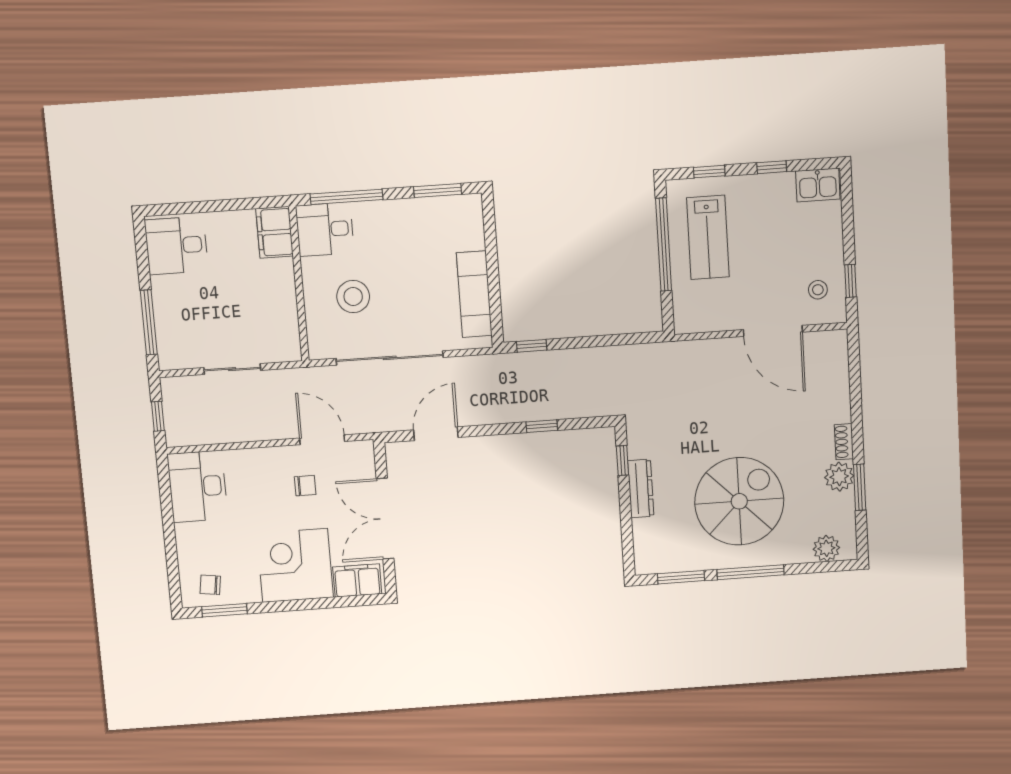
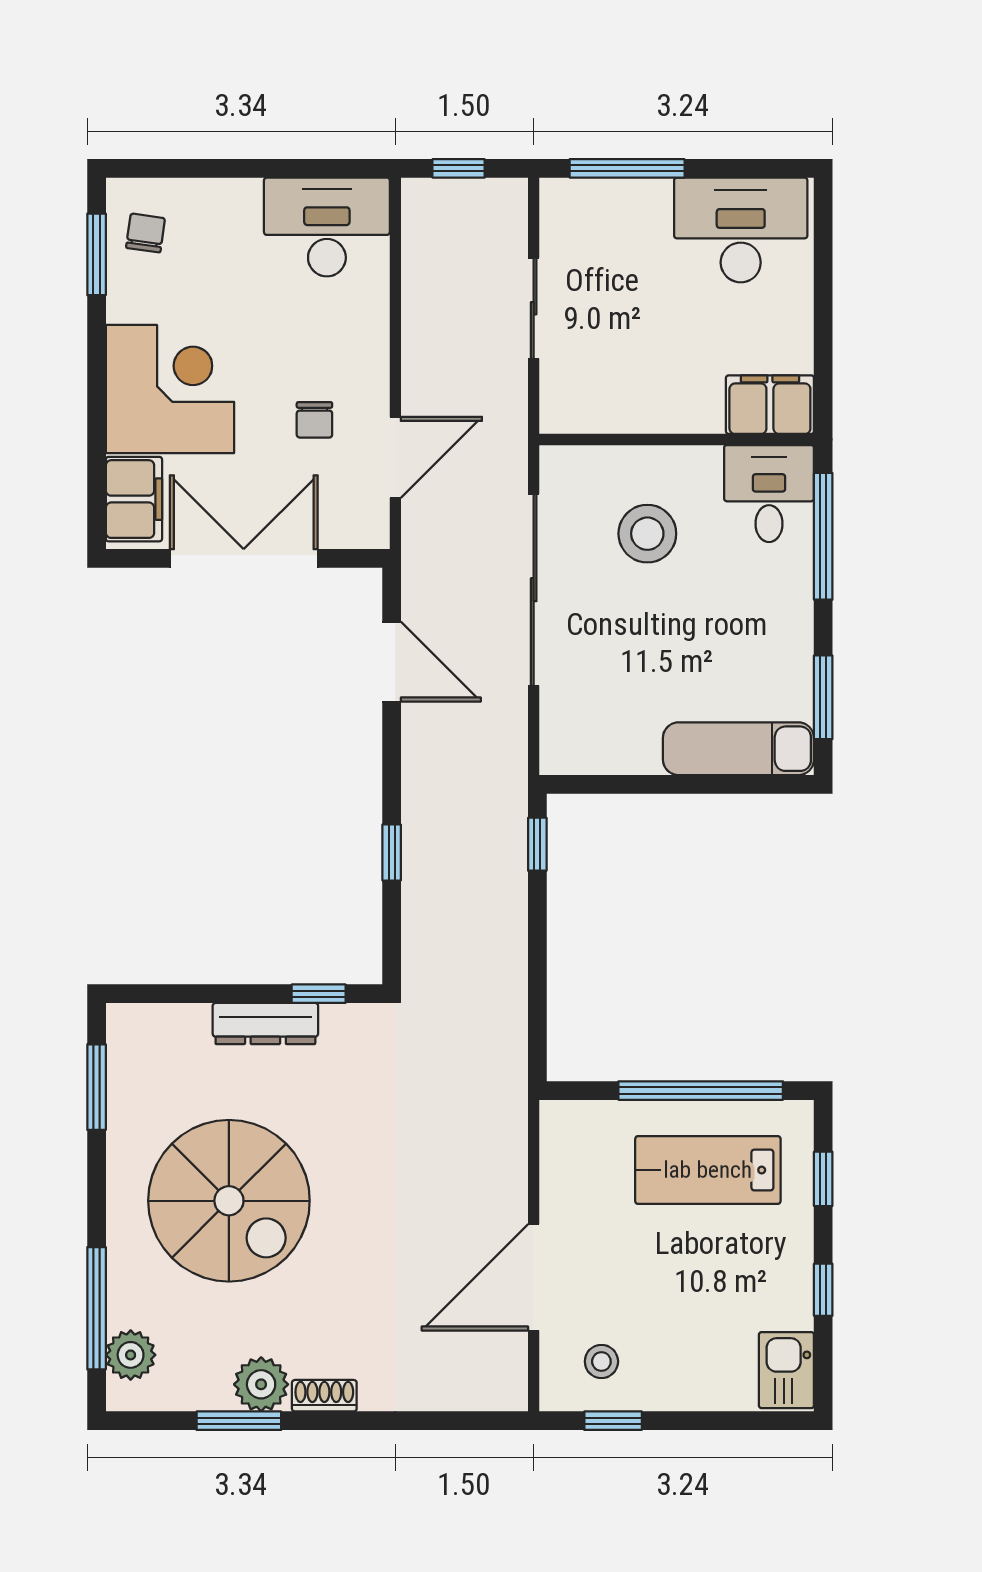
desk: (176, 245) -> (741, 230), width x1.37
exam couch: (474, 294) -> (738, 749), moved
window: (751, 572) -> (97, 1308), moved

